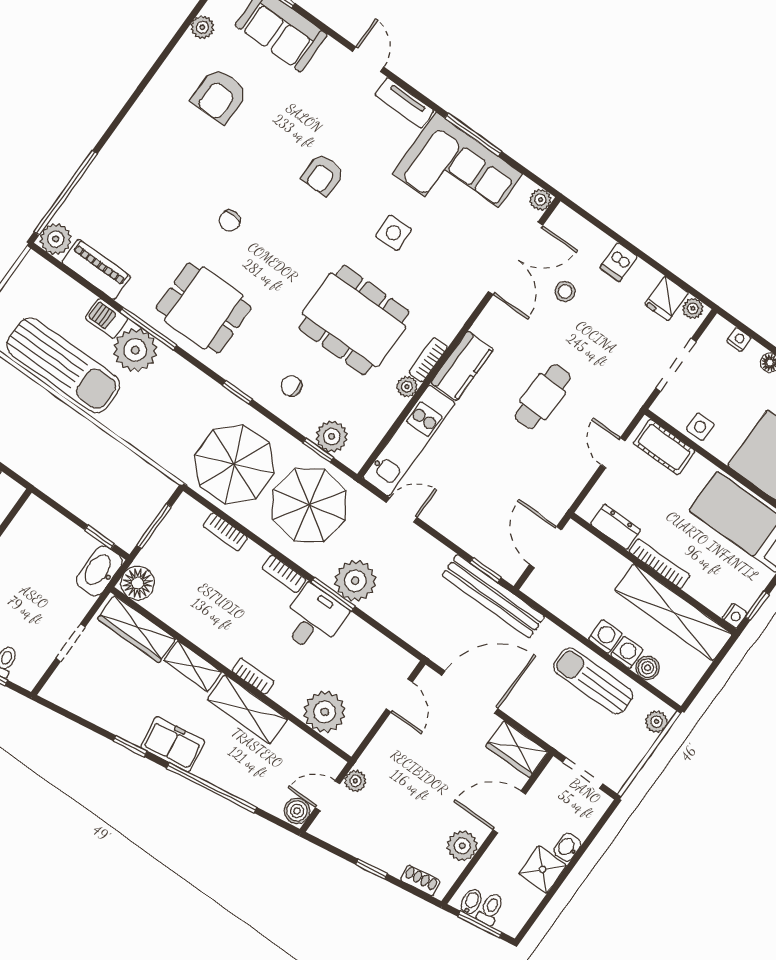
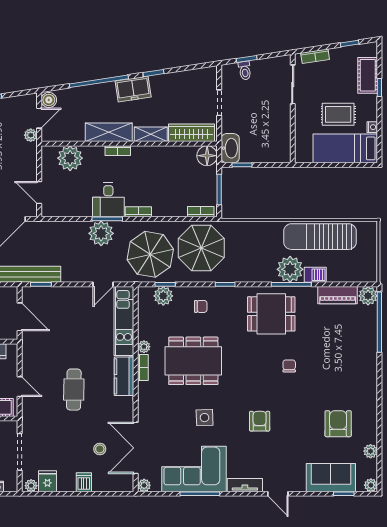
bookcase: (225, 532) -> (201, 212), moved

